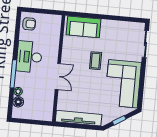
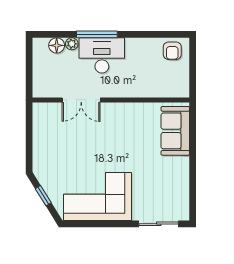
desk: (29, 57) -> (102, 55), moved
coffee table: (96, 61) -> (127, 153), removed
double door: (58, 76) -> (81, 100), moved
tv unit: (79, 118) -> (41, 136), removed

